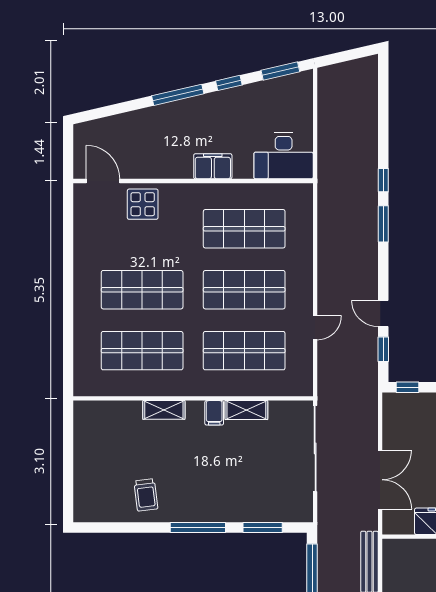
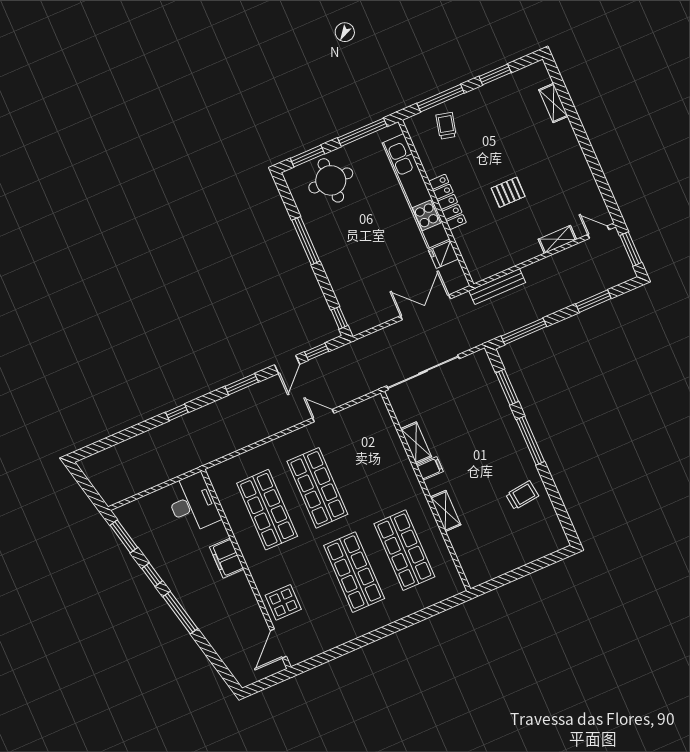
window: (383, 224) -> (242, 384), moved
shop shelf: (244, 351) -> (368, 466), removed

